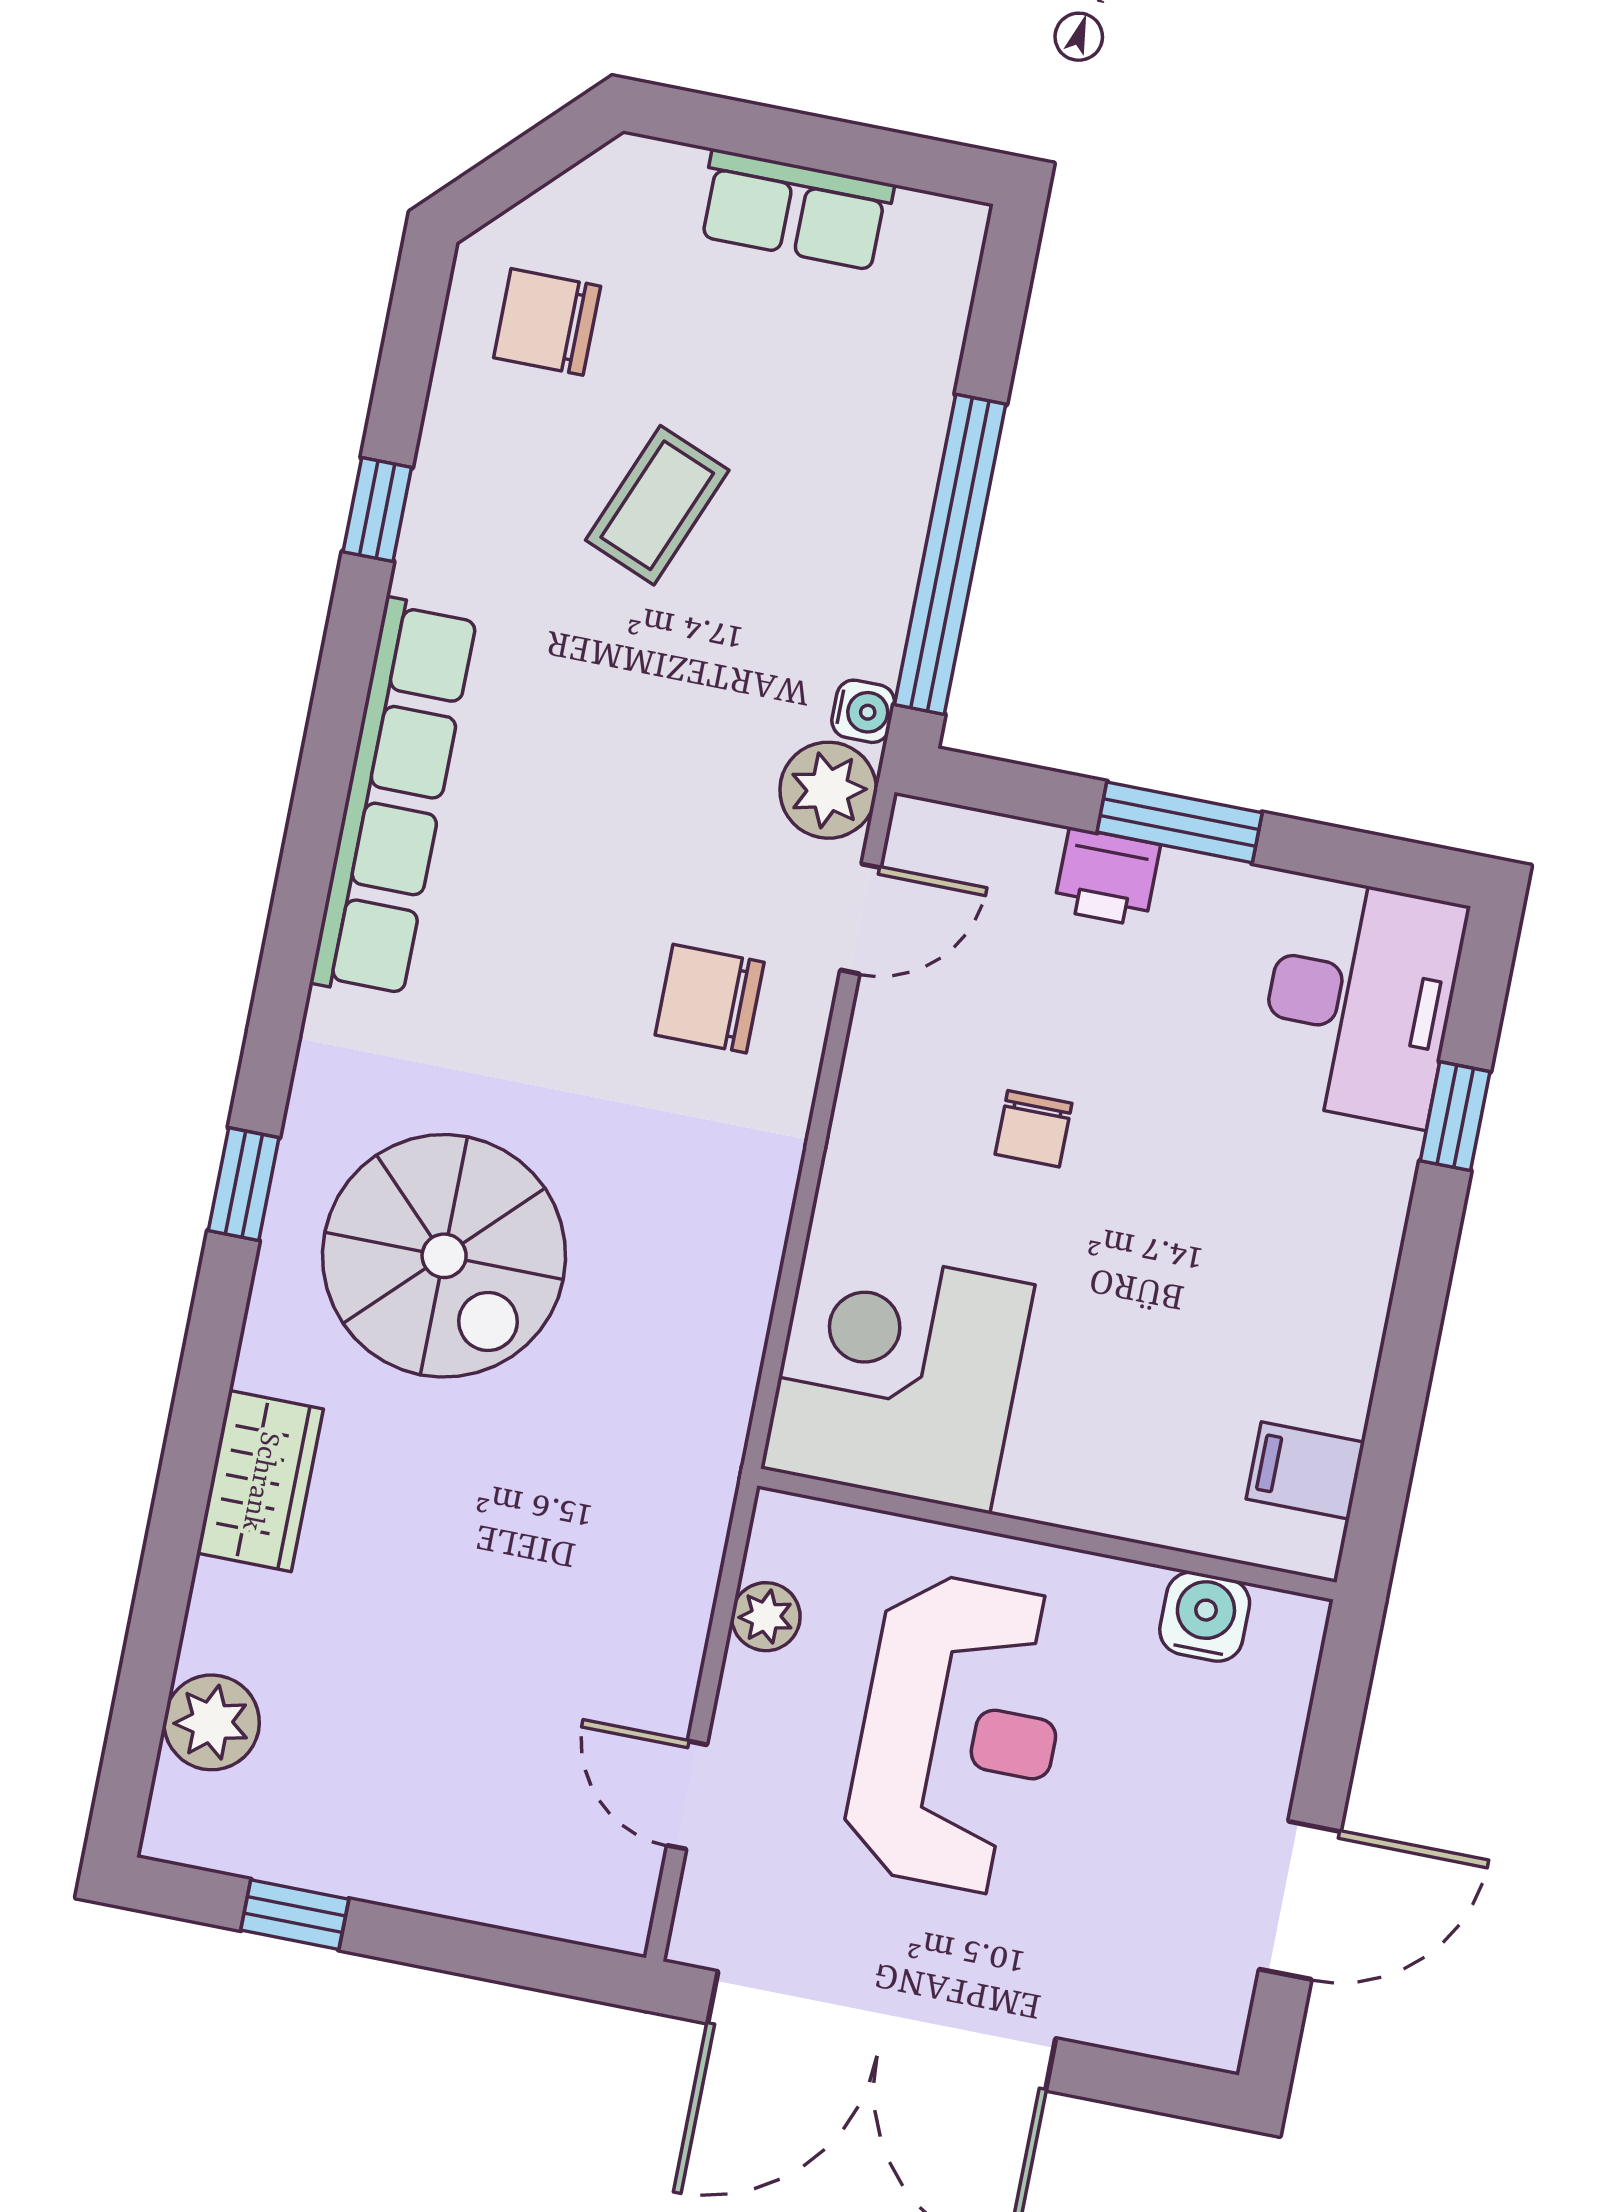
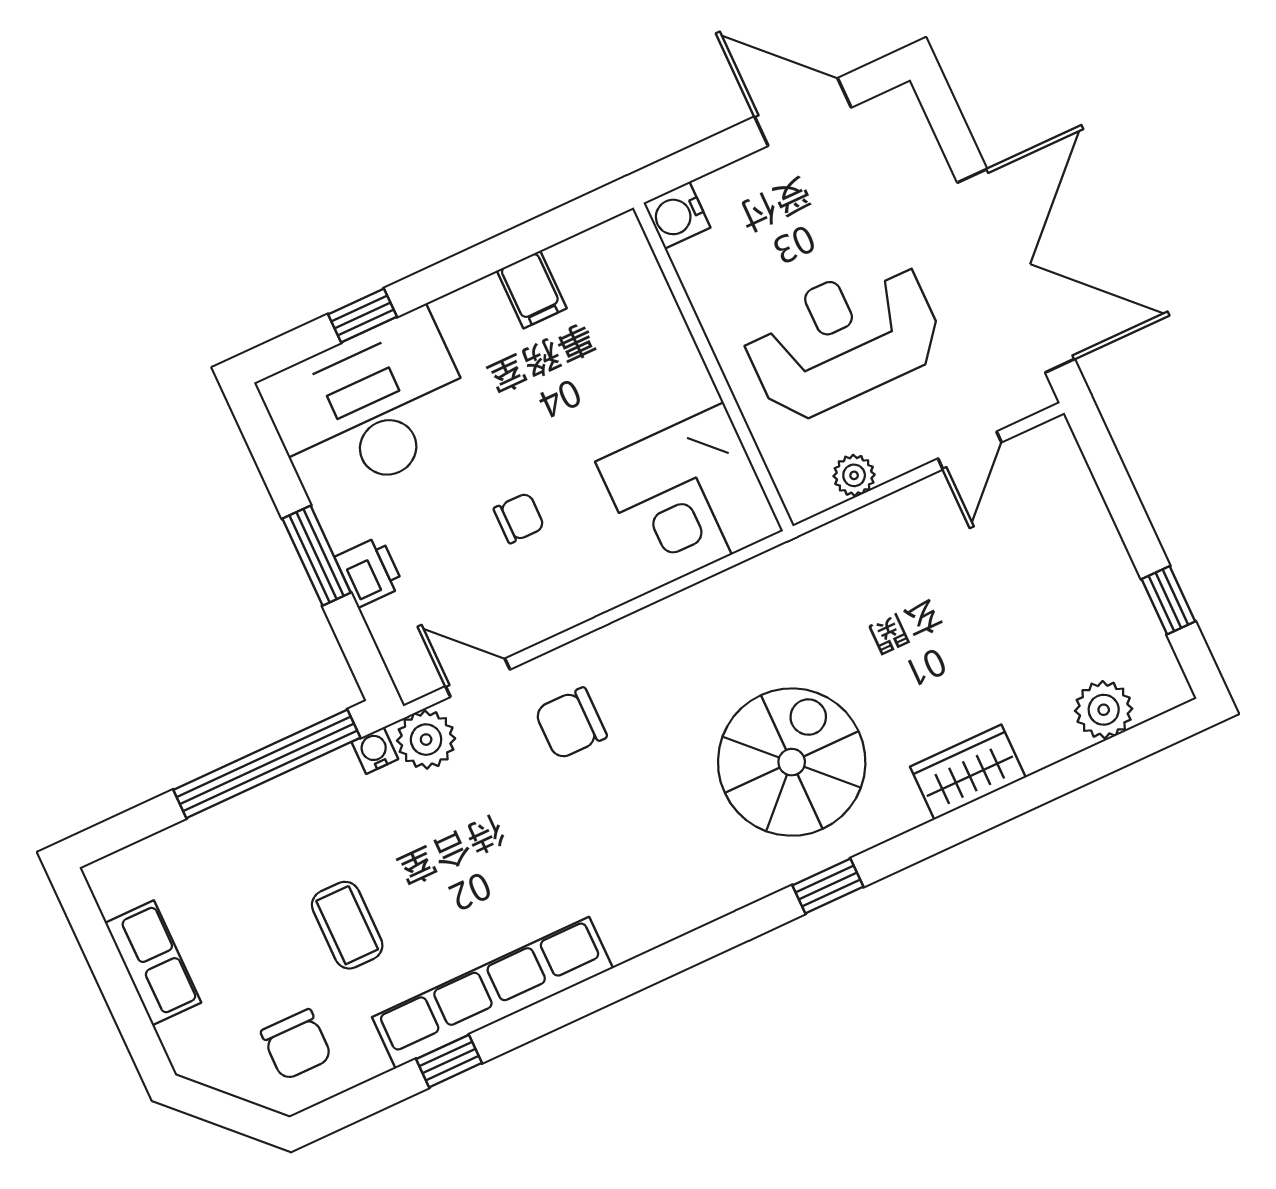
coffee table: (657, 505) -> (347, 925), turned 68
row of seats: (394, 799) -> (492, 993), moved
chair: (710, 999) -> (571, 723), turned 90
desk: (1360, 1001) -> (370, 407), width x1.36, depth x1.30
filing cabinet: (1305, 1471) -> (532, 290), moved
water cooler: (1205, 1617) -> (677, 215), moved

